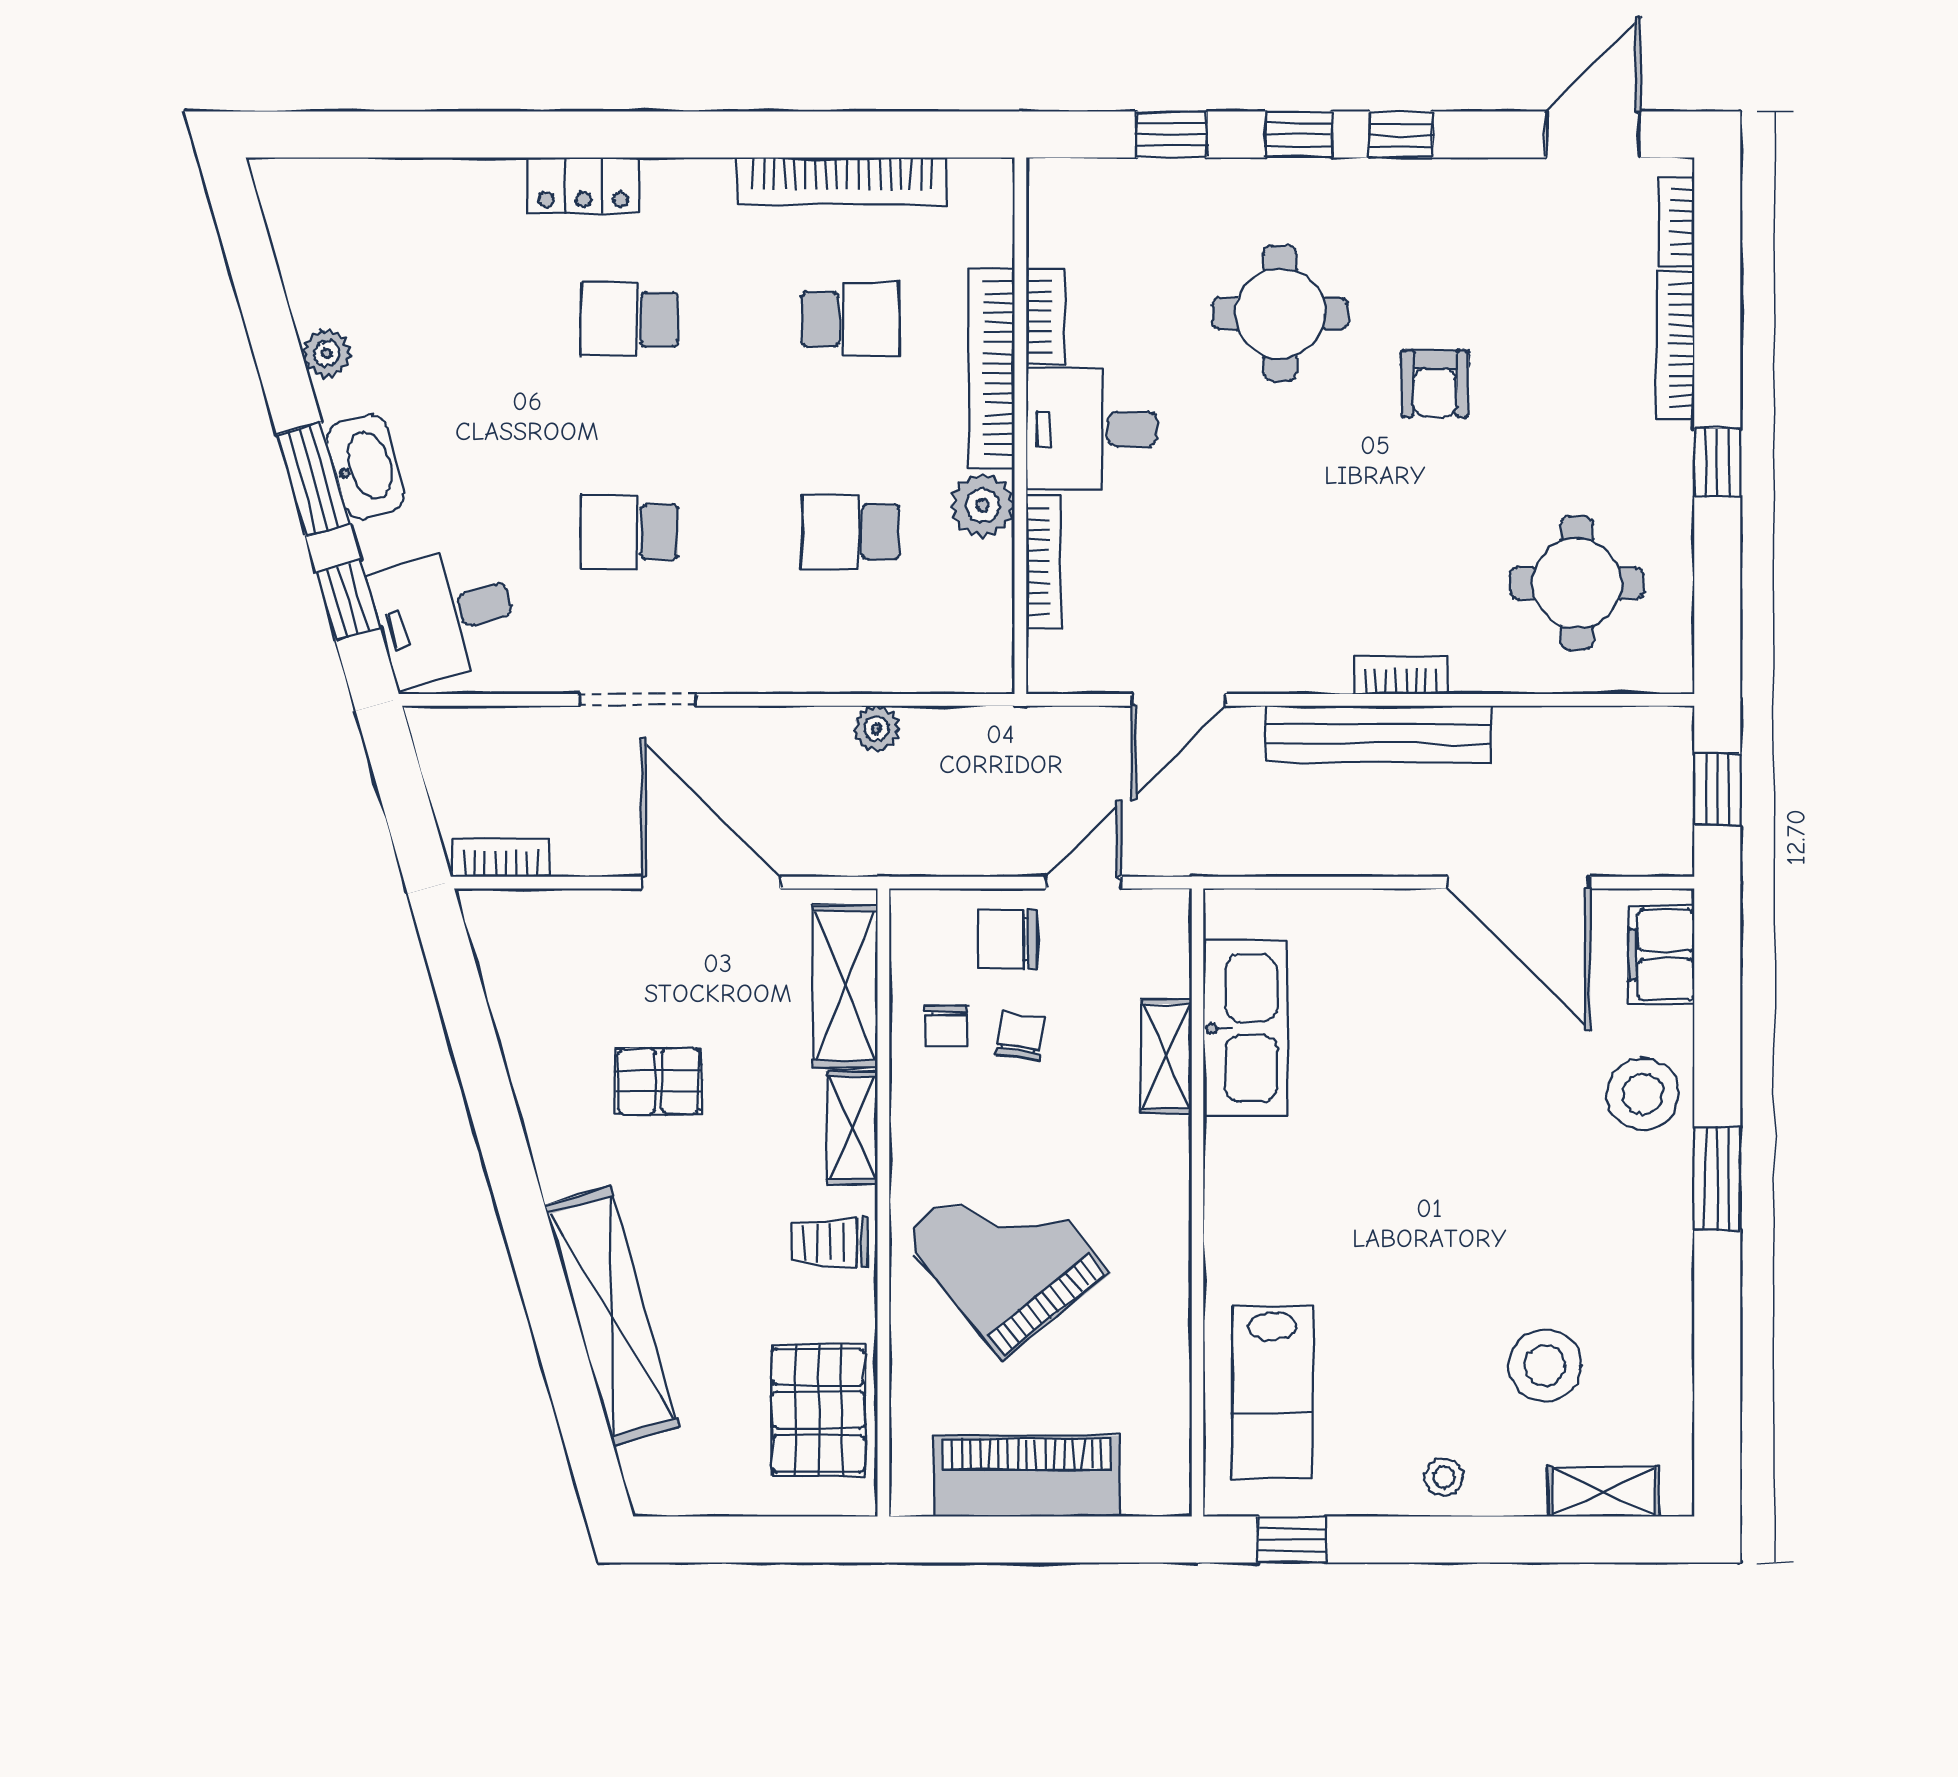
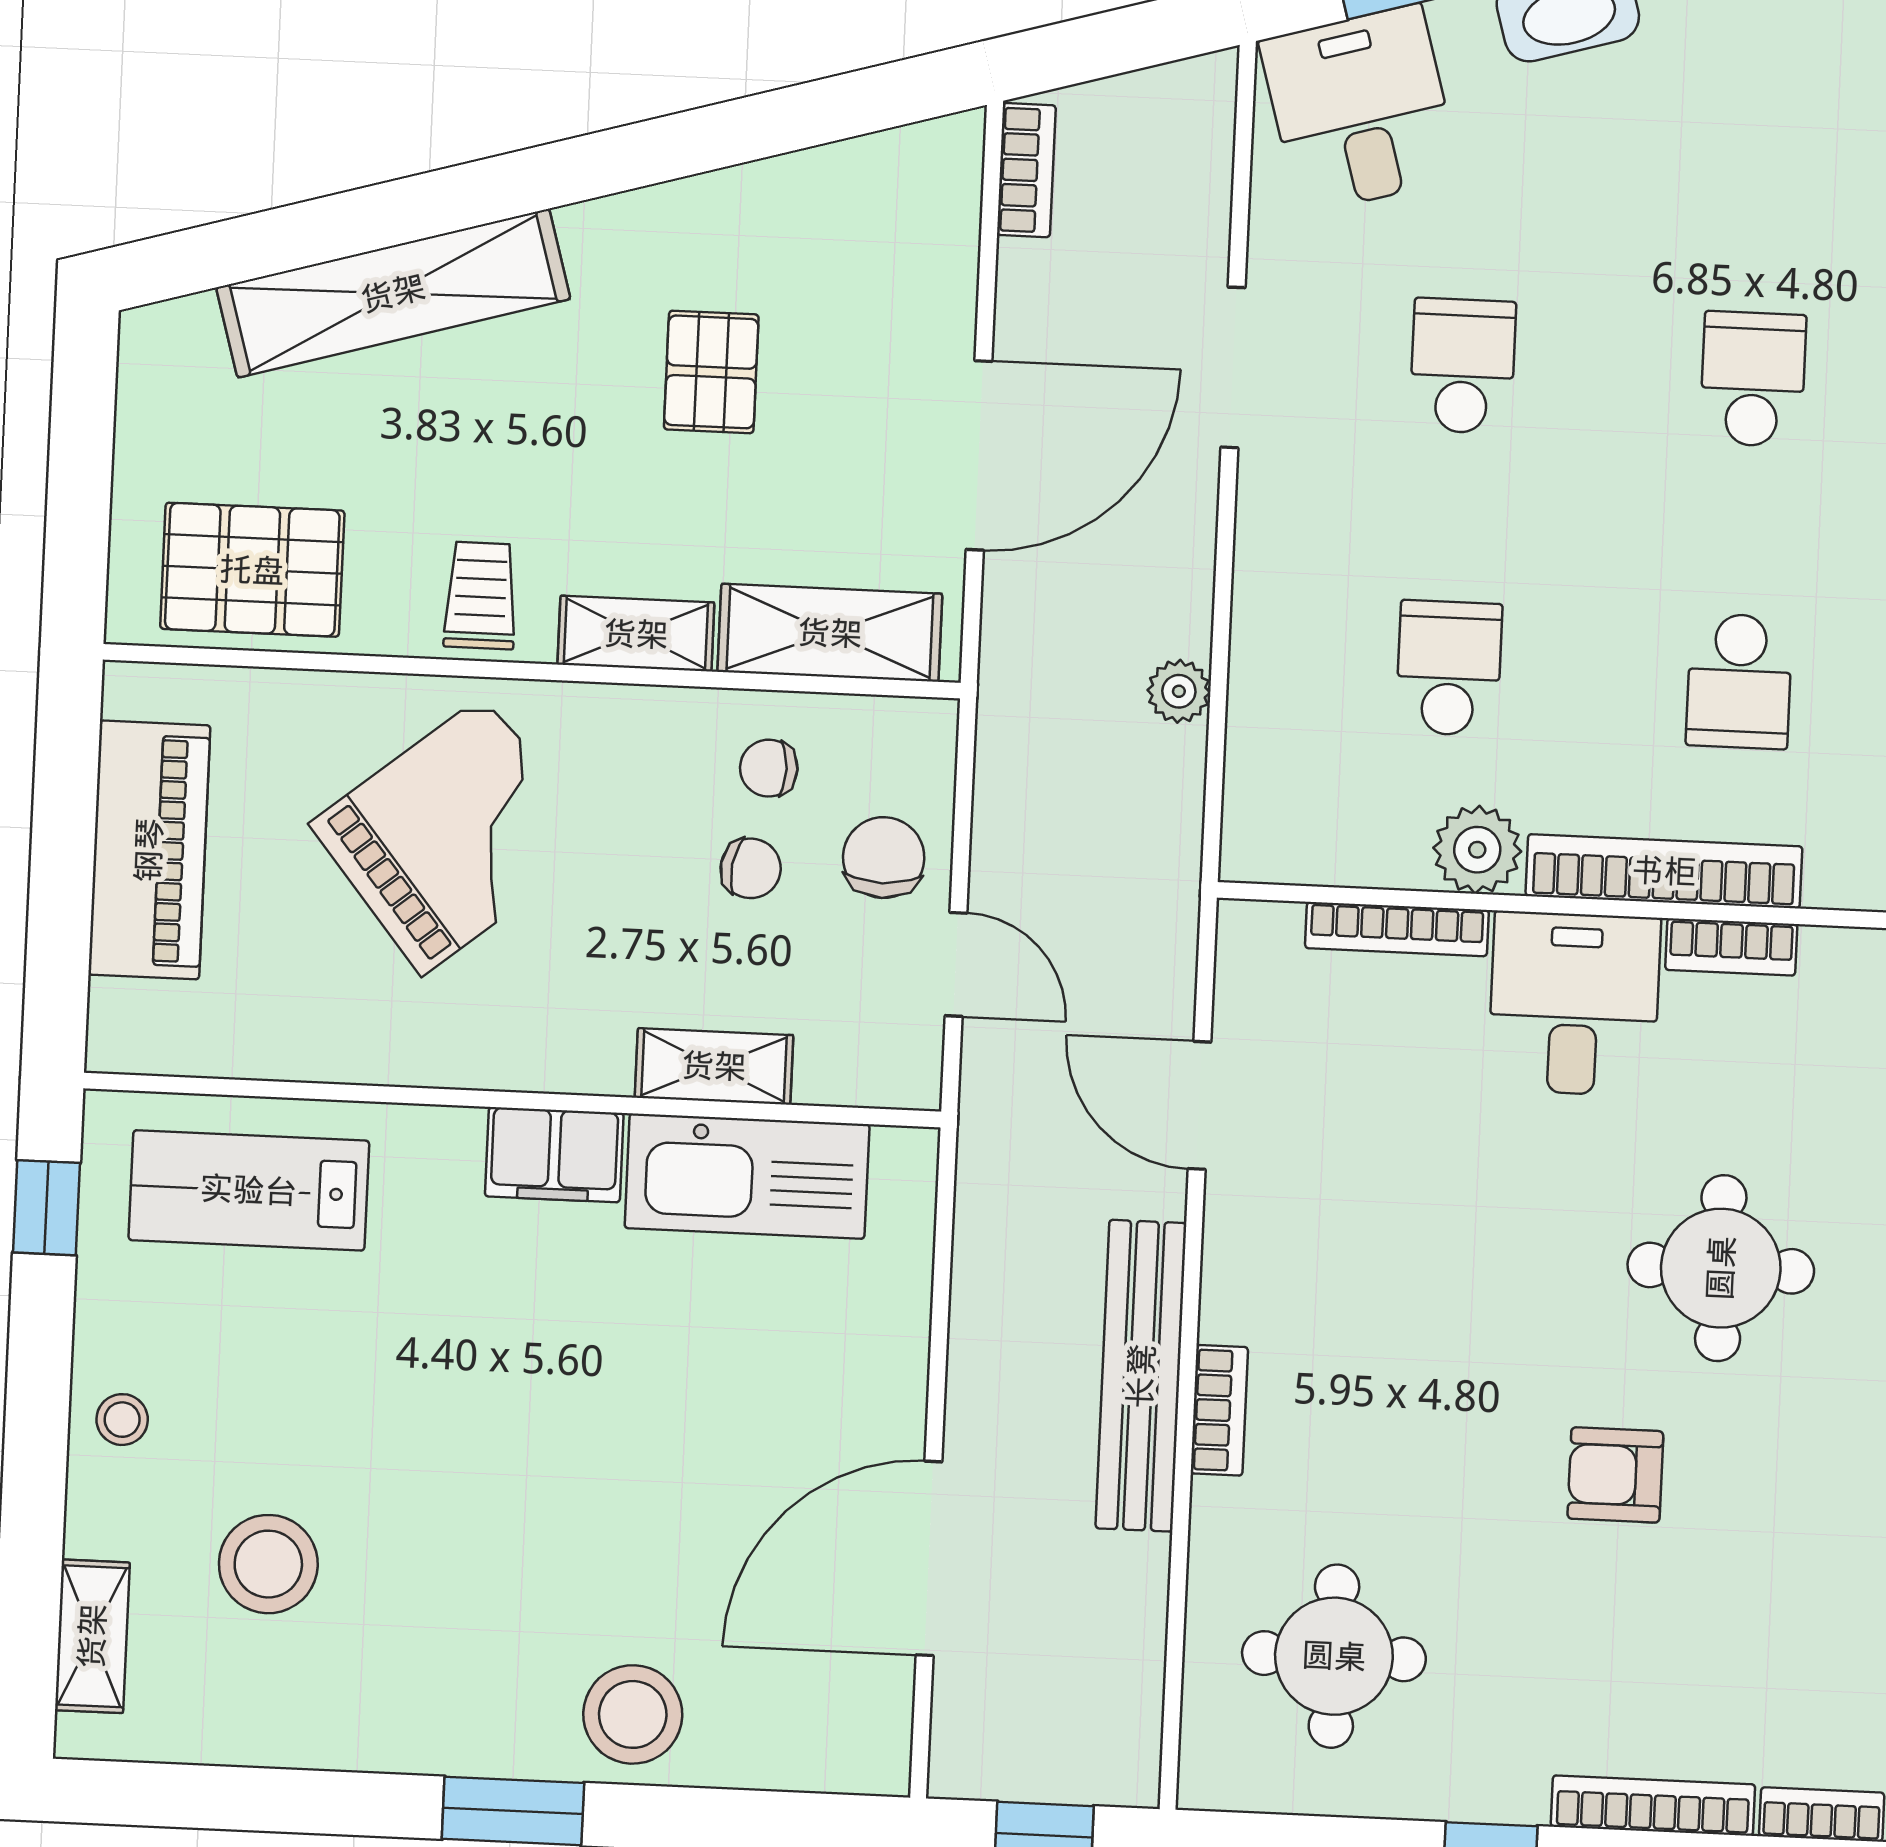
filing cabinet: (1662, 955) -> (554, 1155), moved, turned 180

